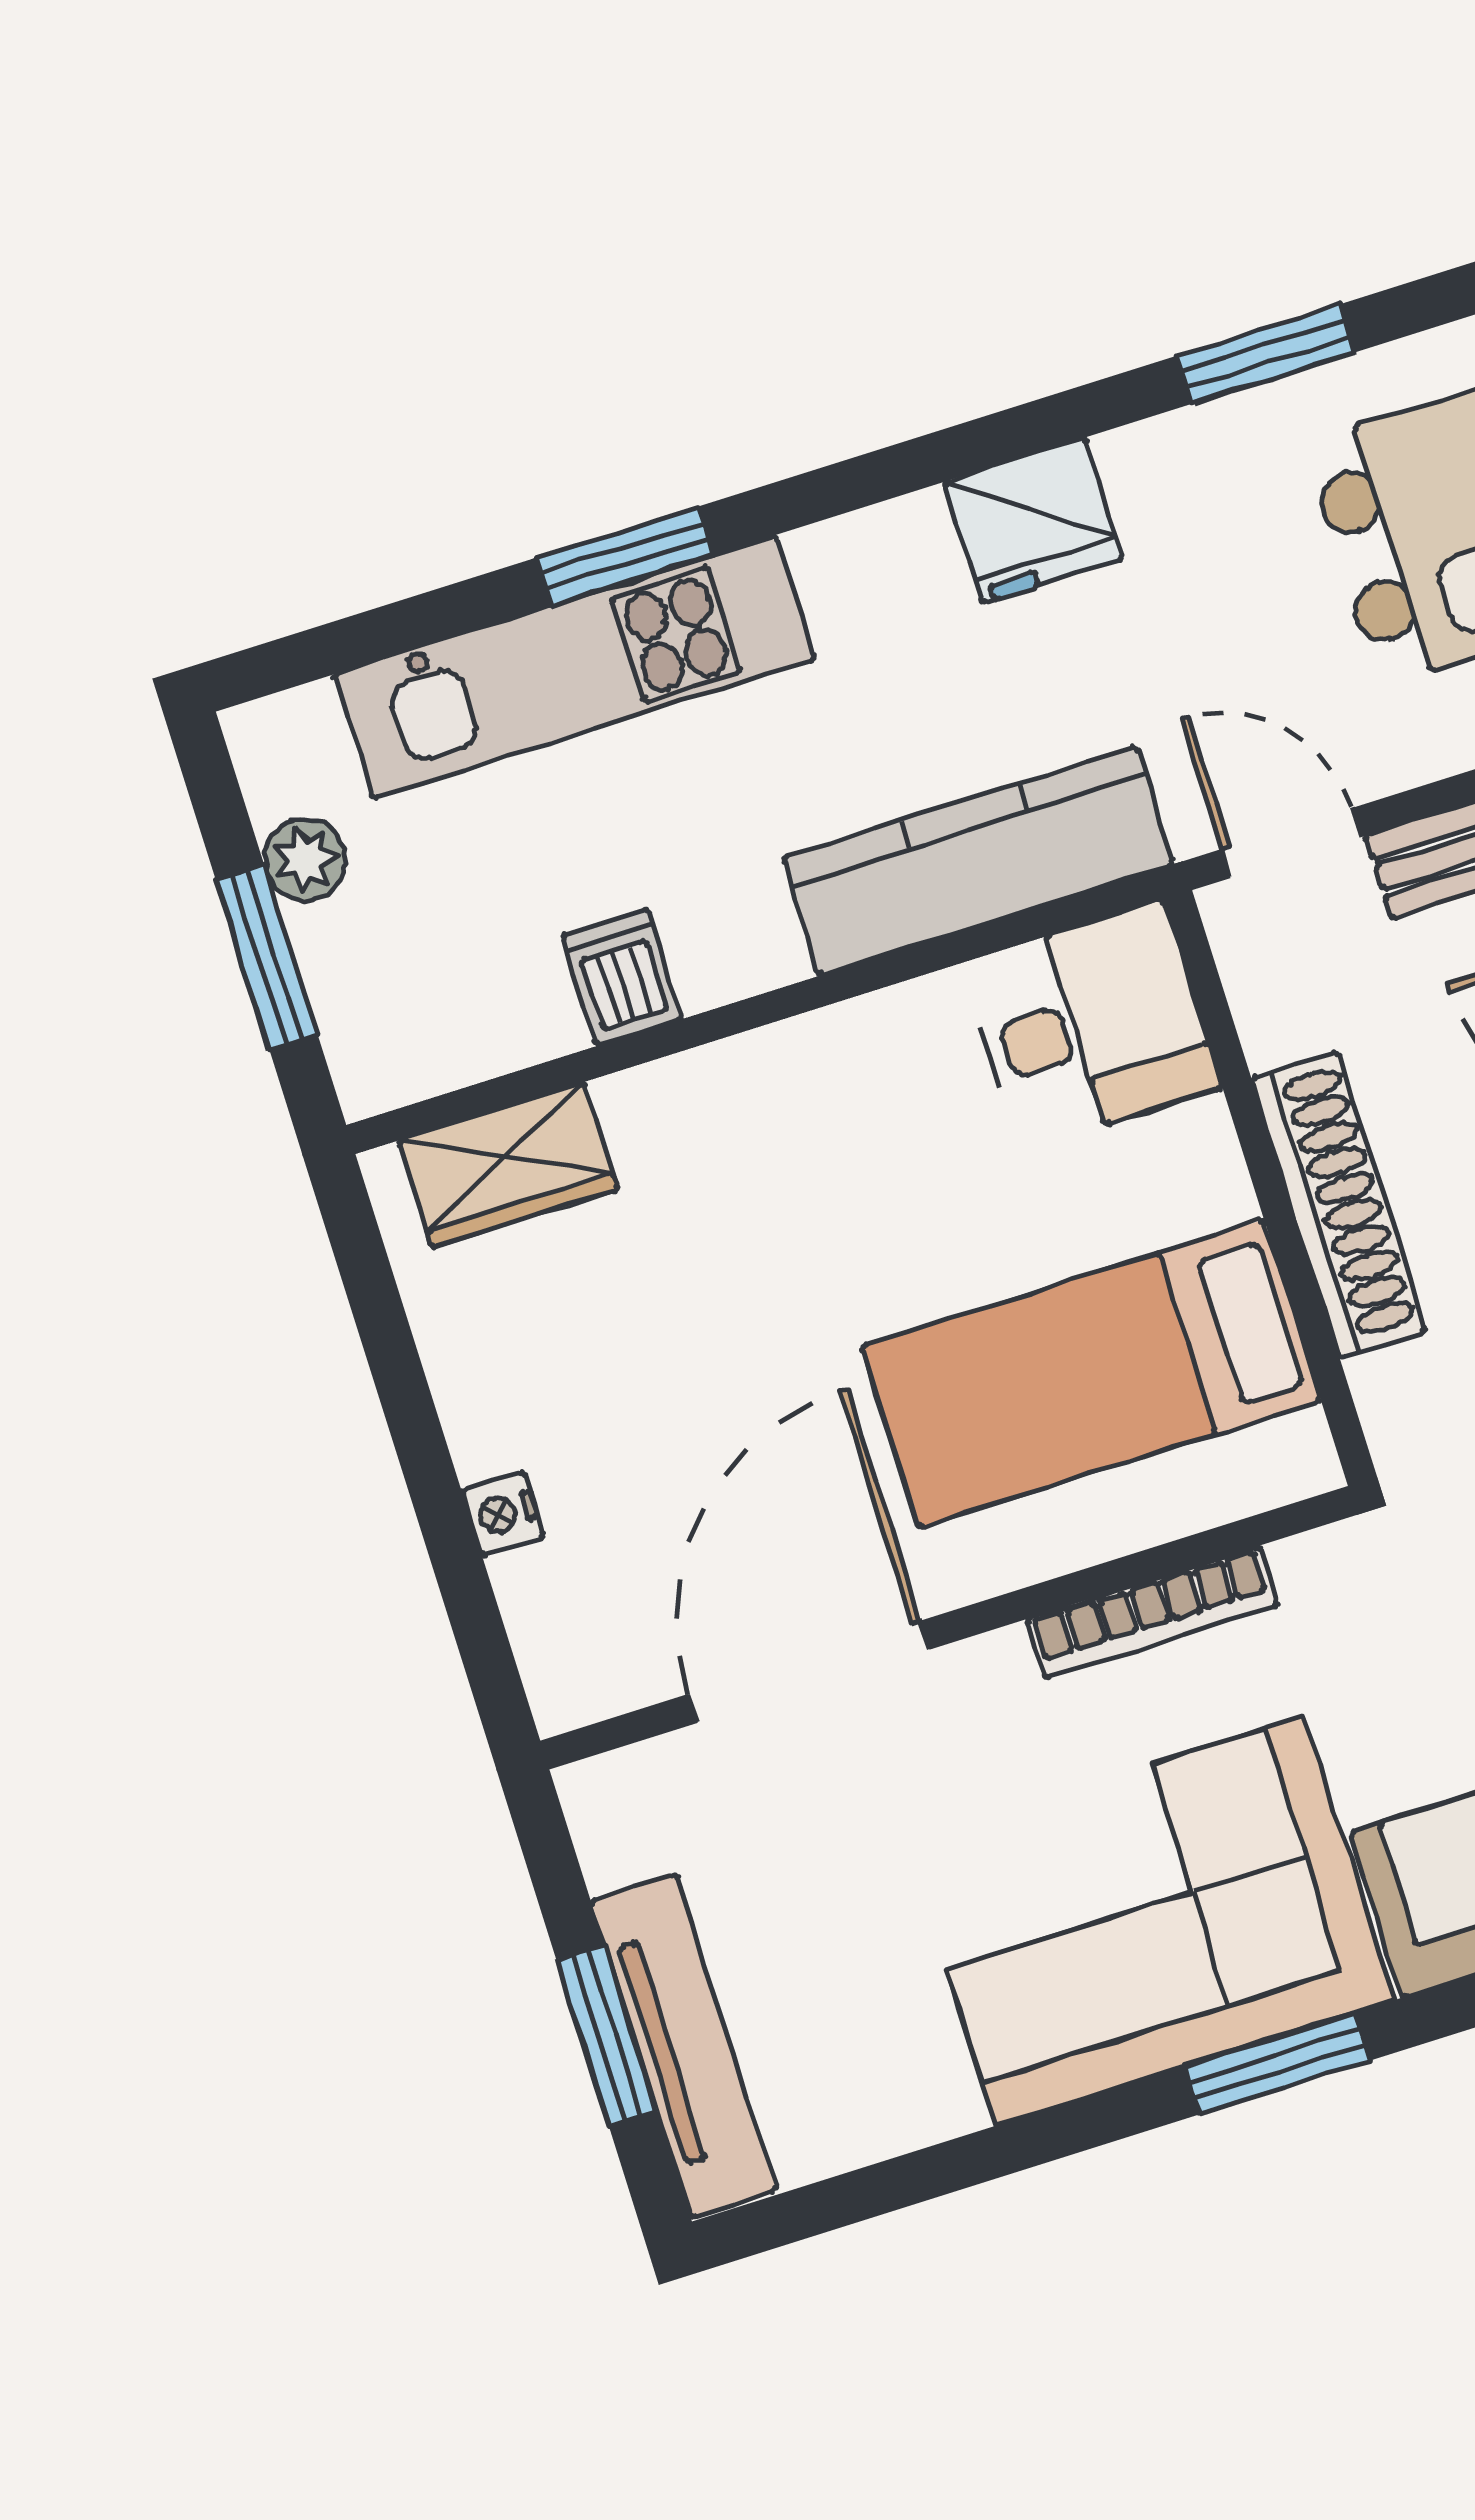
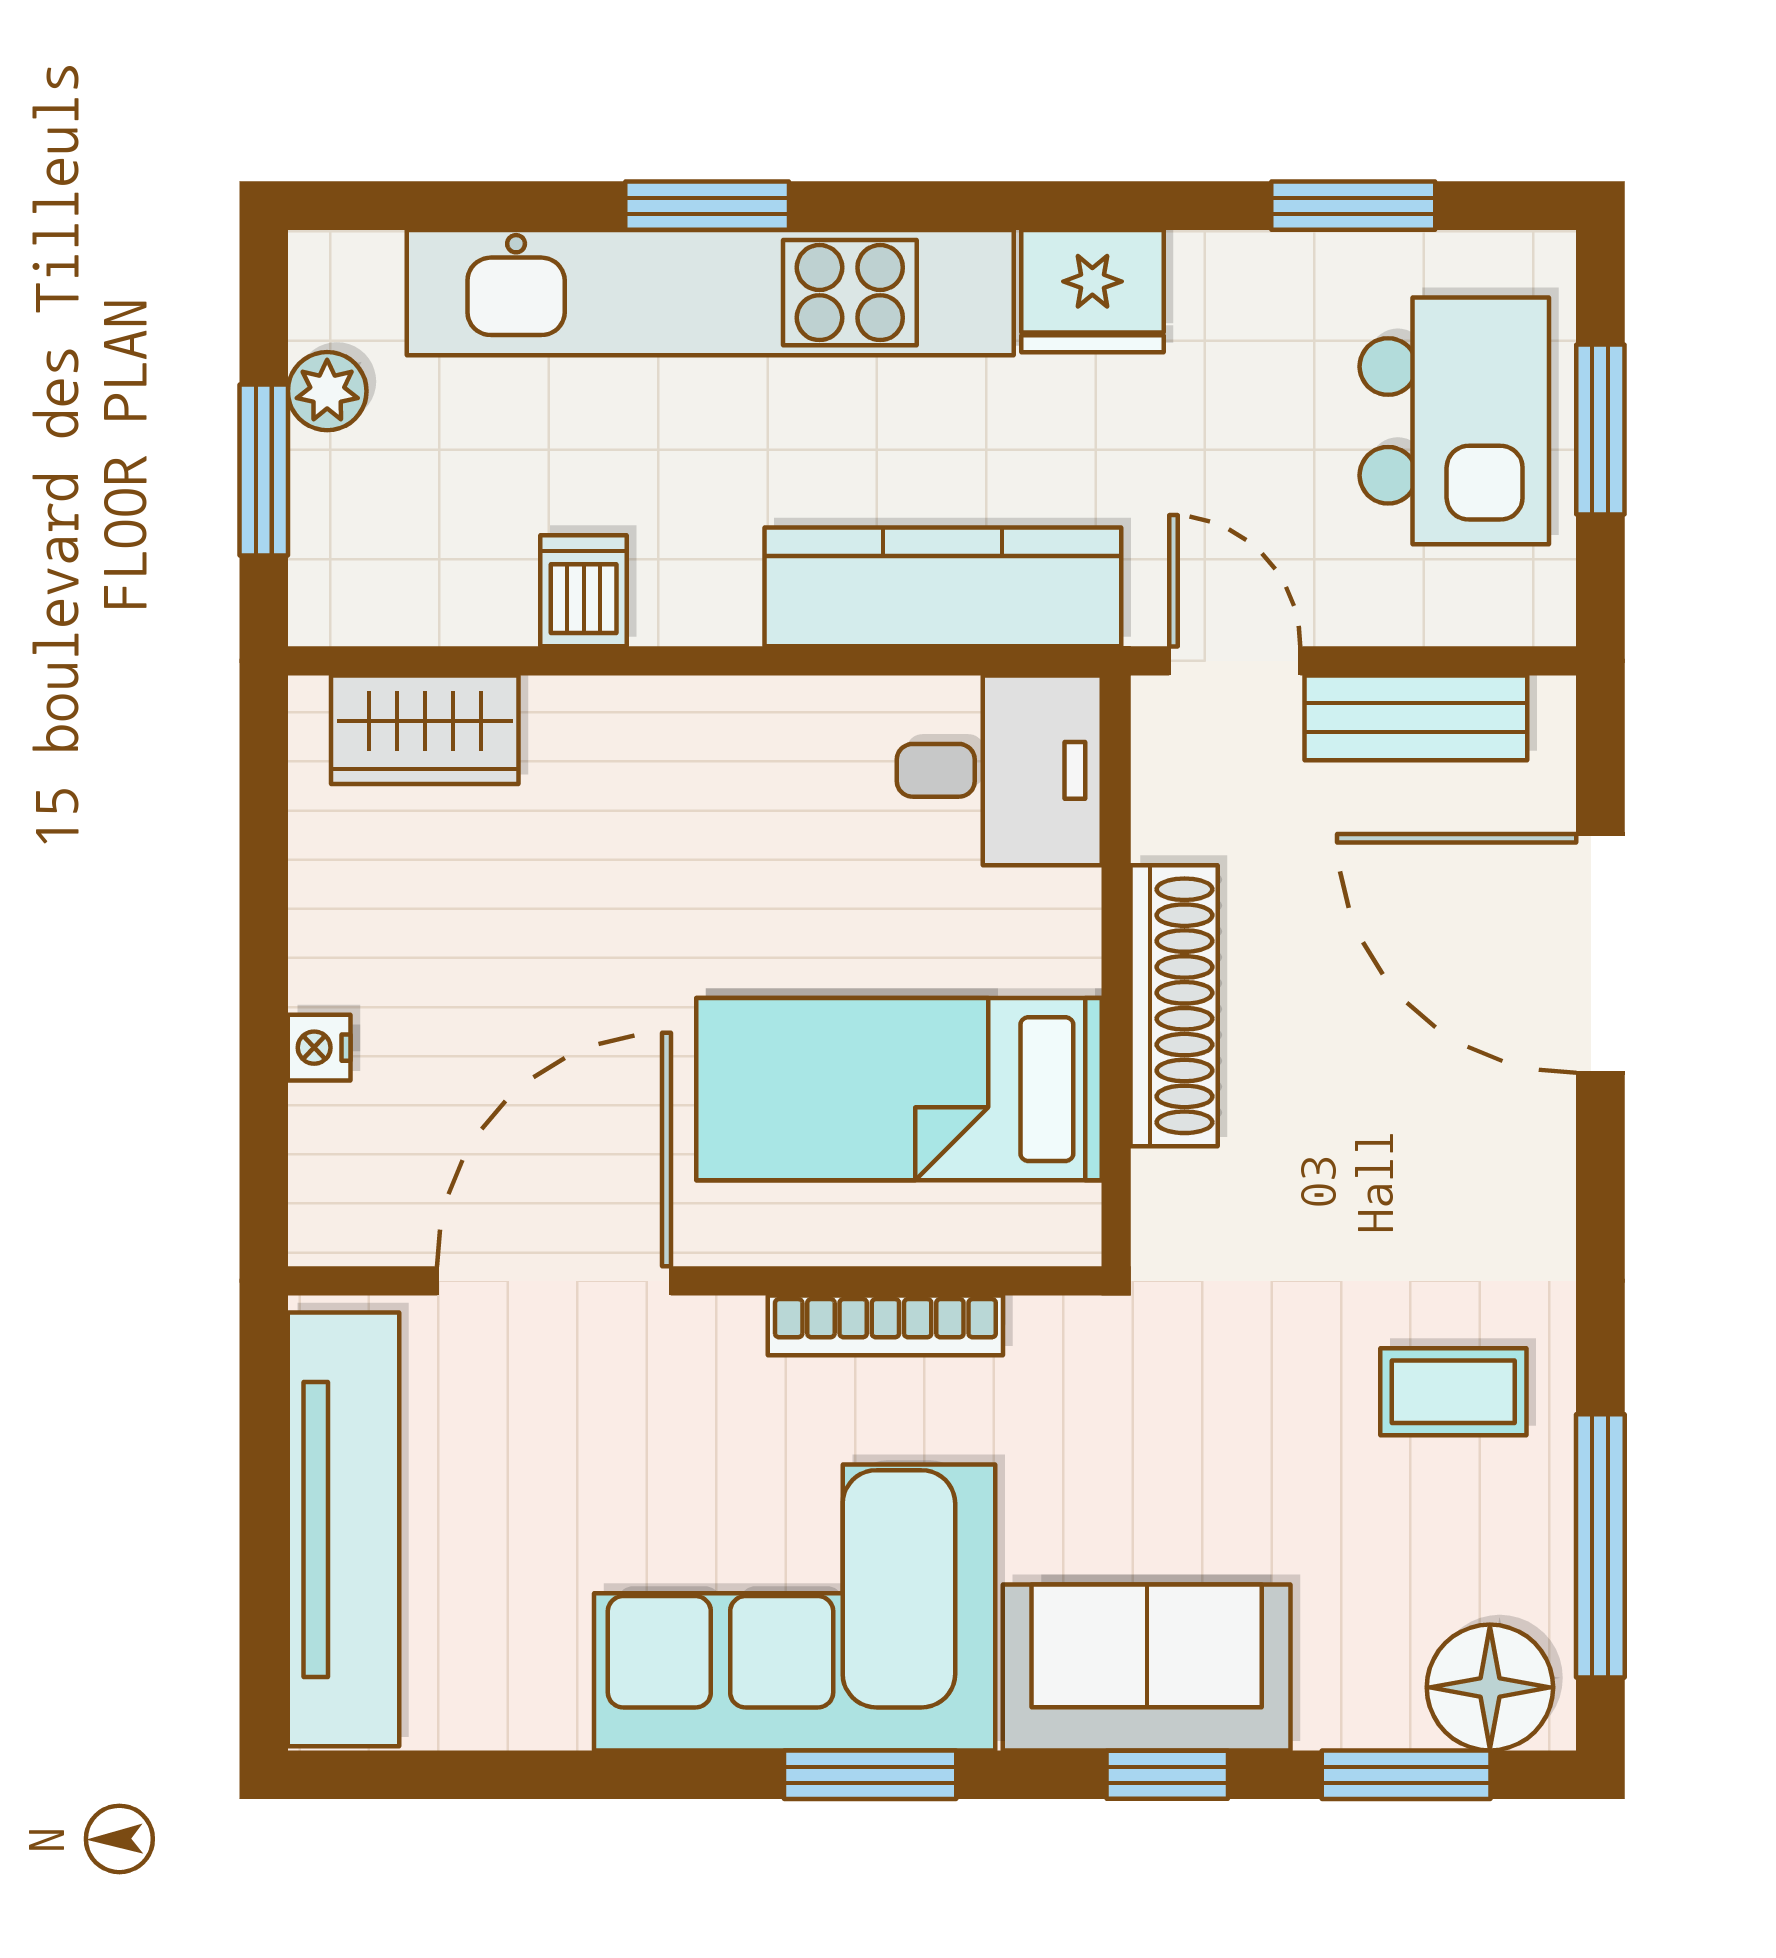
kitchen unit: (574, 667) -> (710, 293), width x1.36
window: (607, 2036) -> (264, 1556), removed
tv unit: (684, 2046) -> (343, 1529), width x1.36, depth x1.29

